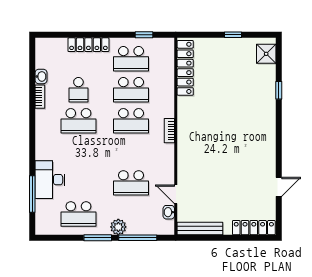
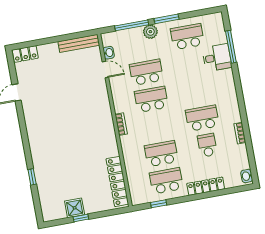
shower: (266, 54) -> (75, 208), moved
washbasin: (41, 76) -> (247, 176), moved
school desk: (131, 121) -> (151, 99), moved
desk: (50, 180) -> (217, 58), width x0.73
locker: (254, 228) -> (25, 54), width x0.66

